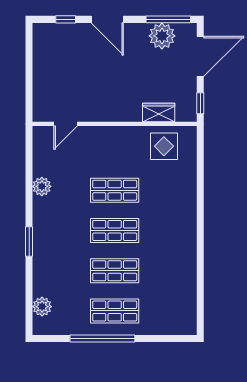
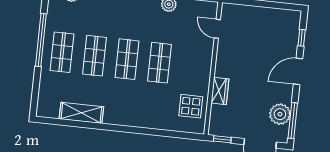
wardrobe: (159, 112) -> (220, 91), moved
shelving: (186, 279) -> (81, 113), added

